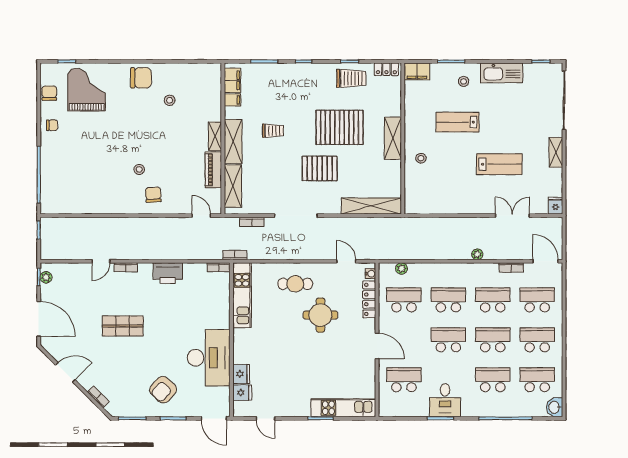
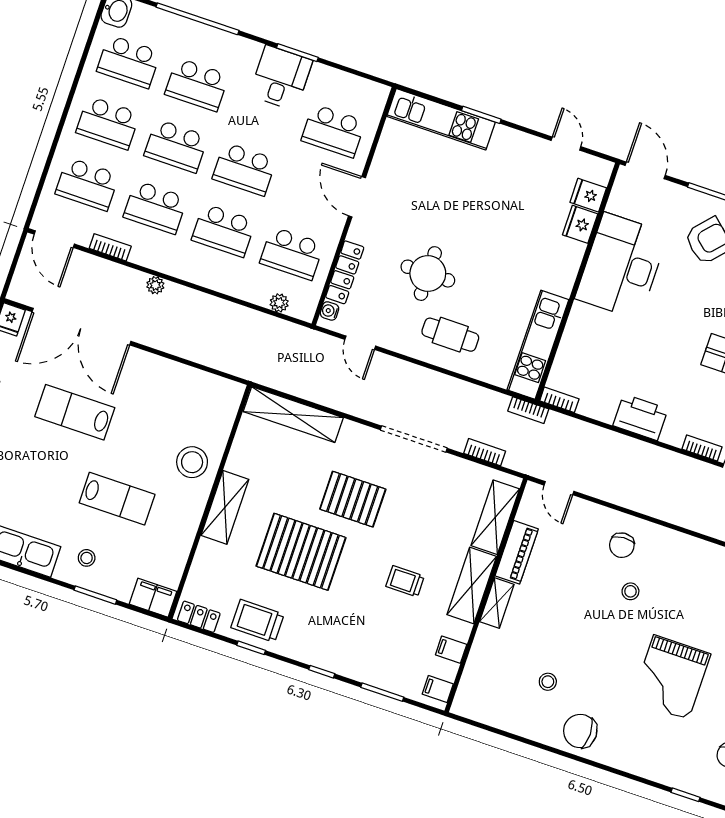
filing cabinet: (232, 80) -> (438, 689), width x0.50
grand piano: (87, 90) -> (671, 677), moved
stool: (421, 158) -> (192, 462), width x1.89, depth x1.89
double door: (512, 216) -> (81, 327), width x1.87

